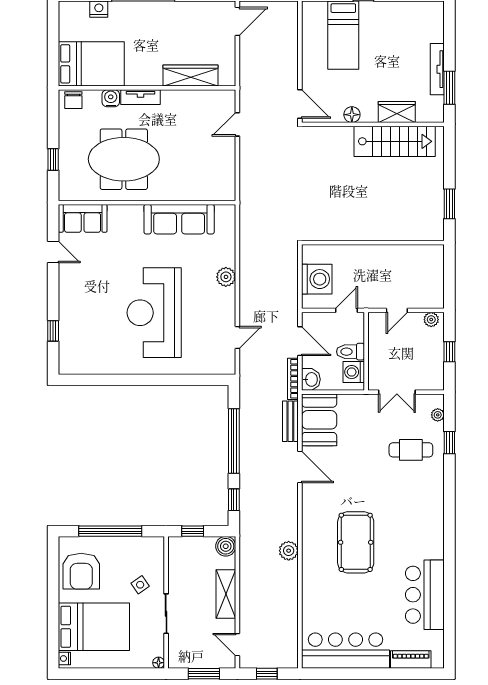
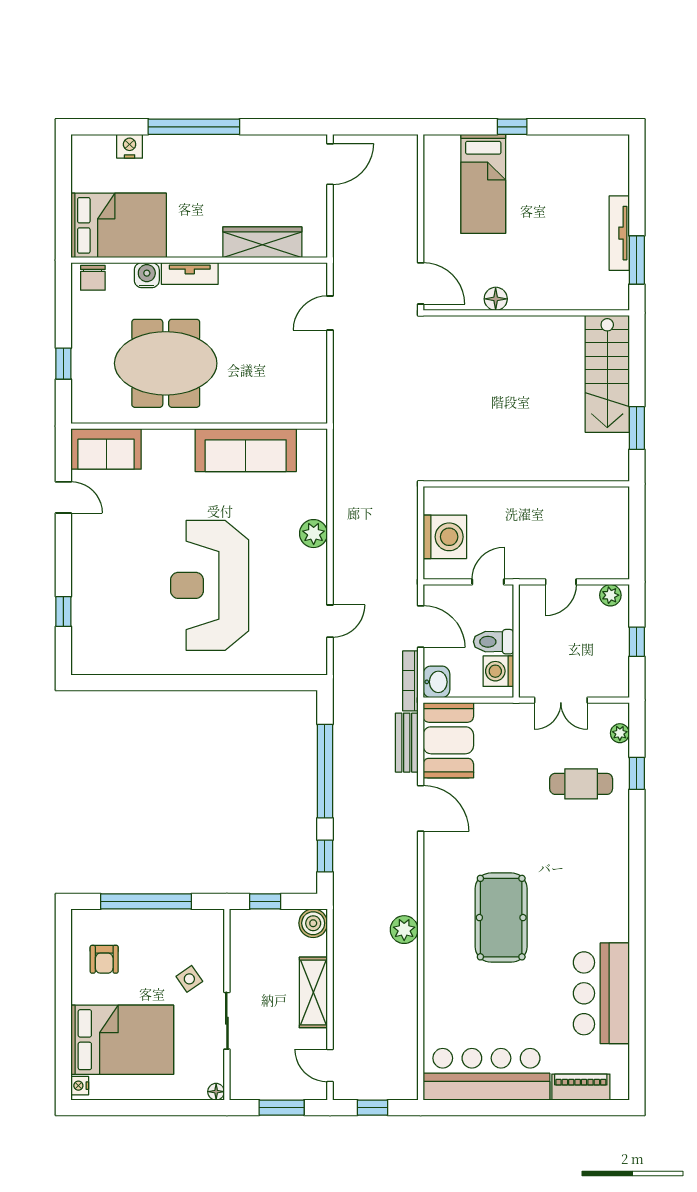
wardrobe: (397, 112) -> (561, 295), removed
stairs: (395, 141) -> (607, 374), moved, turned 90
armchair: (81, 571) -> (104, 959), width x0.53, depth x0.53

